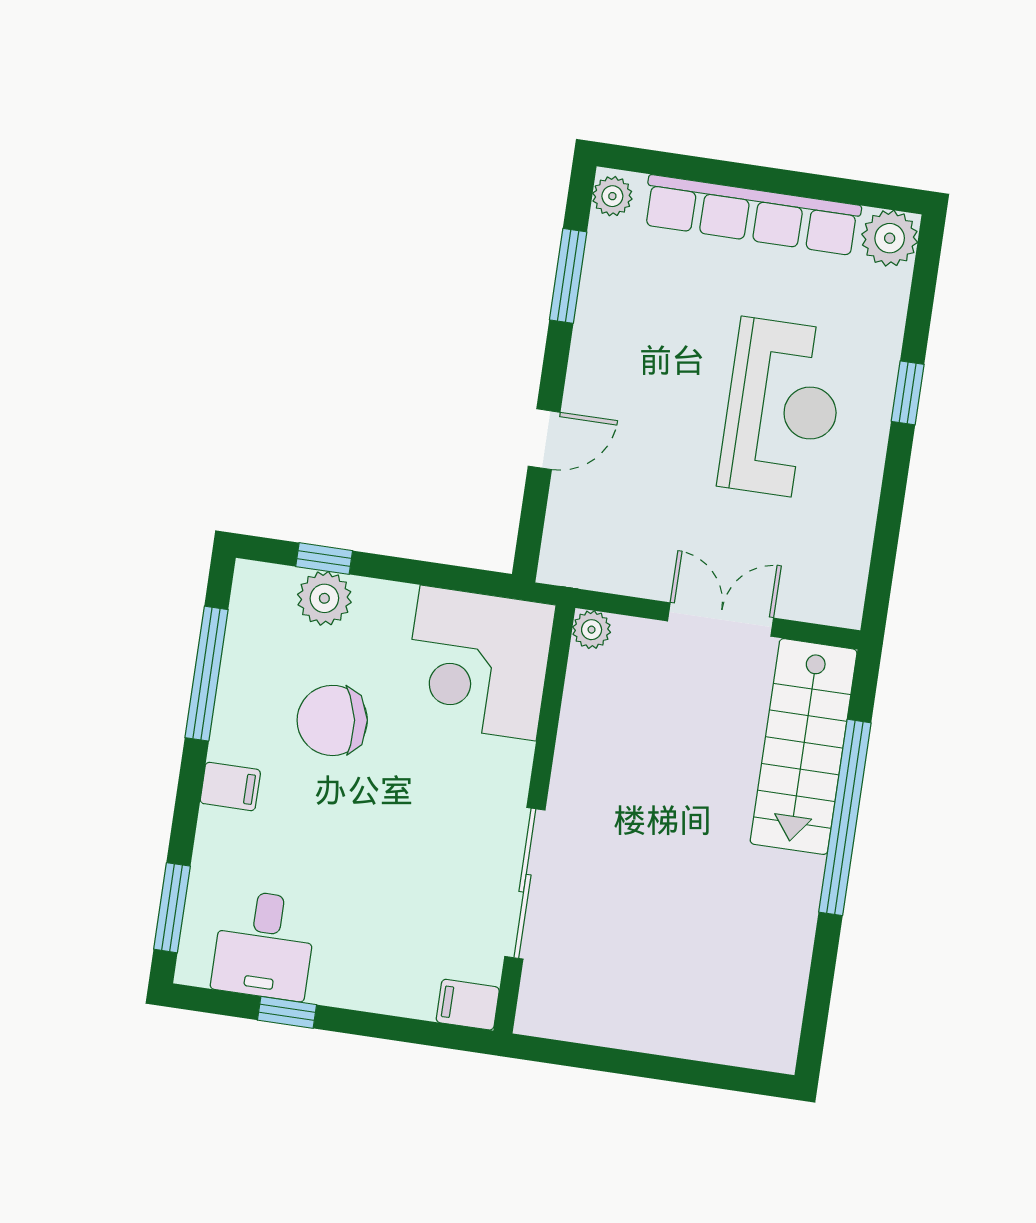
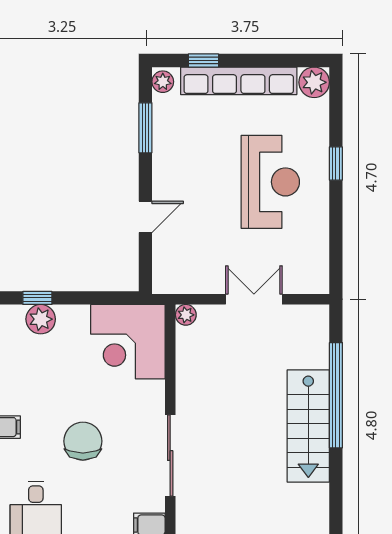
window: (693, 168) -> (203, 60), added
chair: (332, 720) -> (83, 441), moved, turned 99
stairs: (804, 747) -> (308, 426), moved

